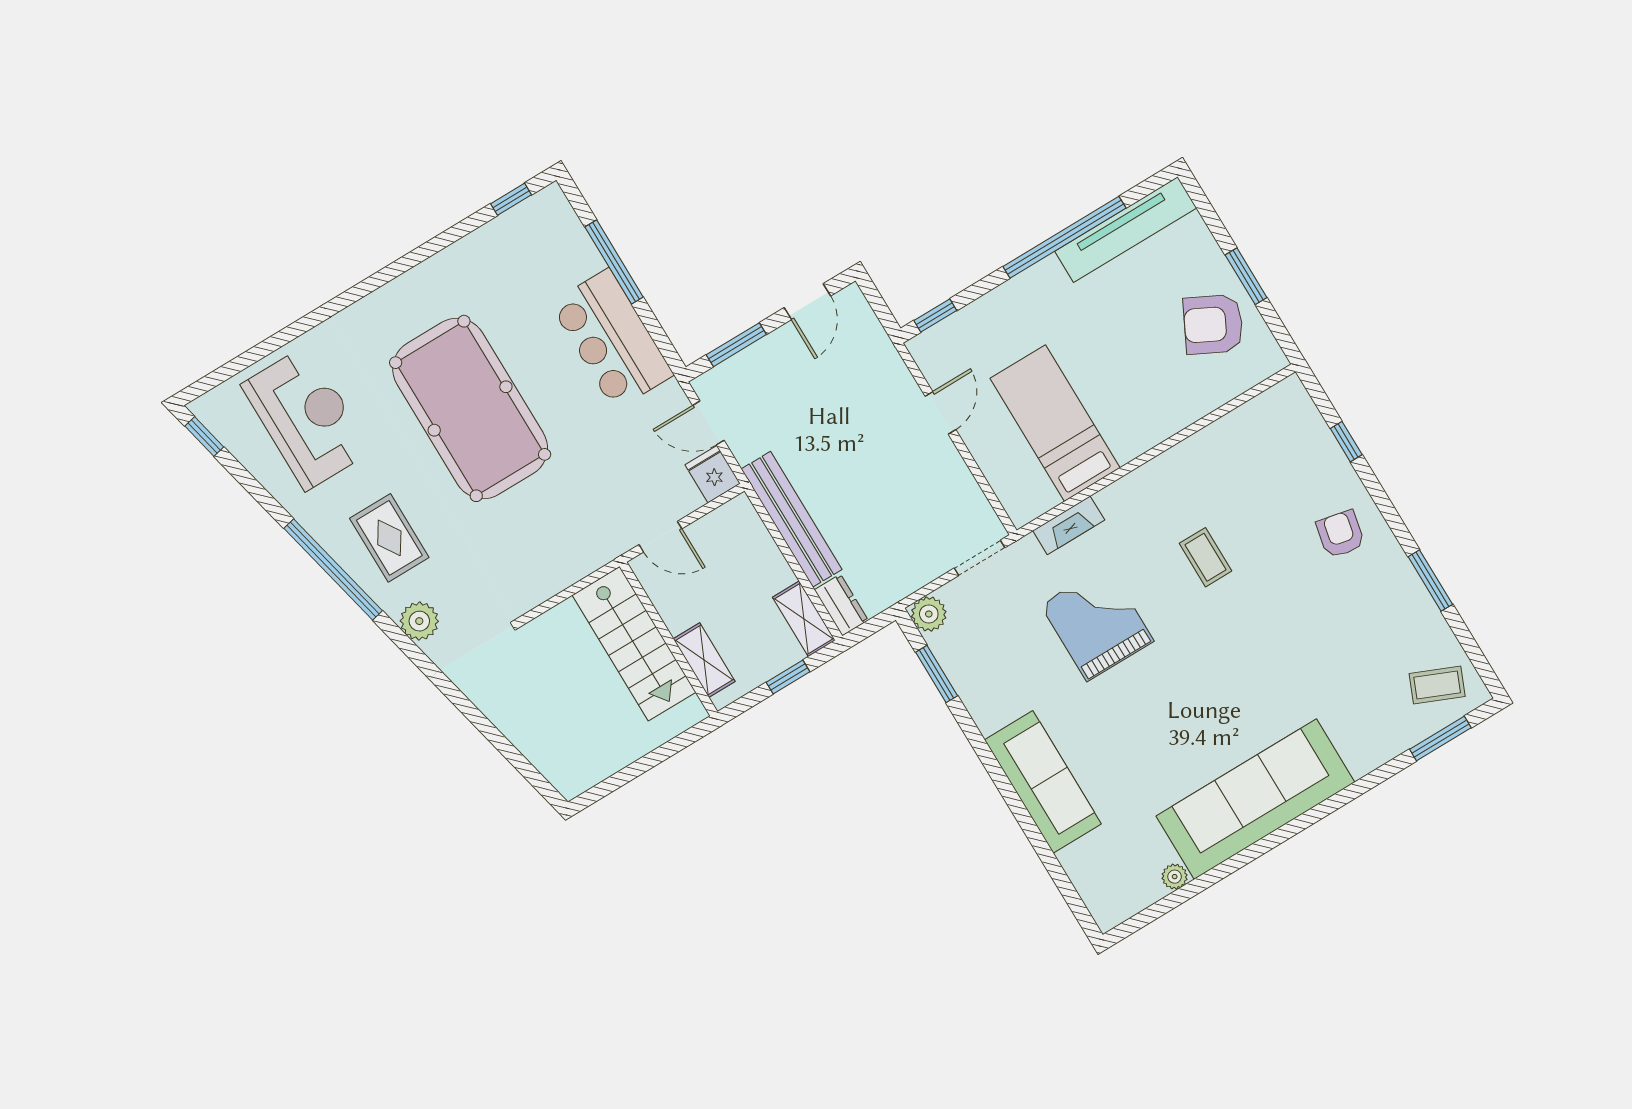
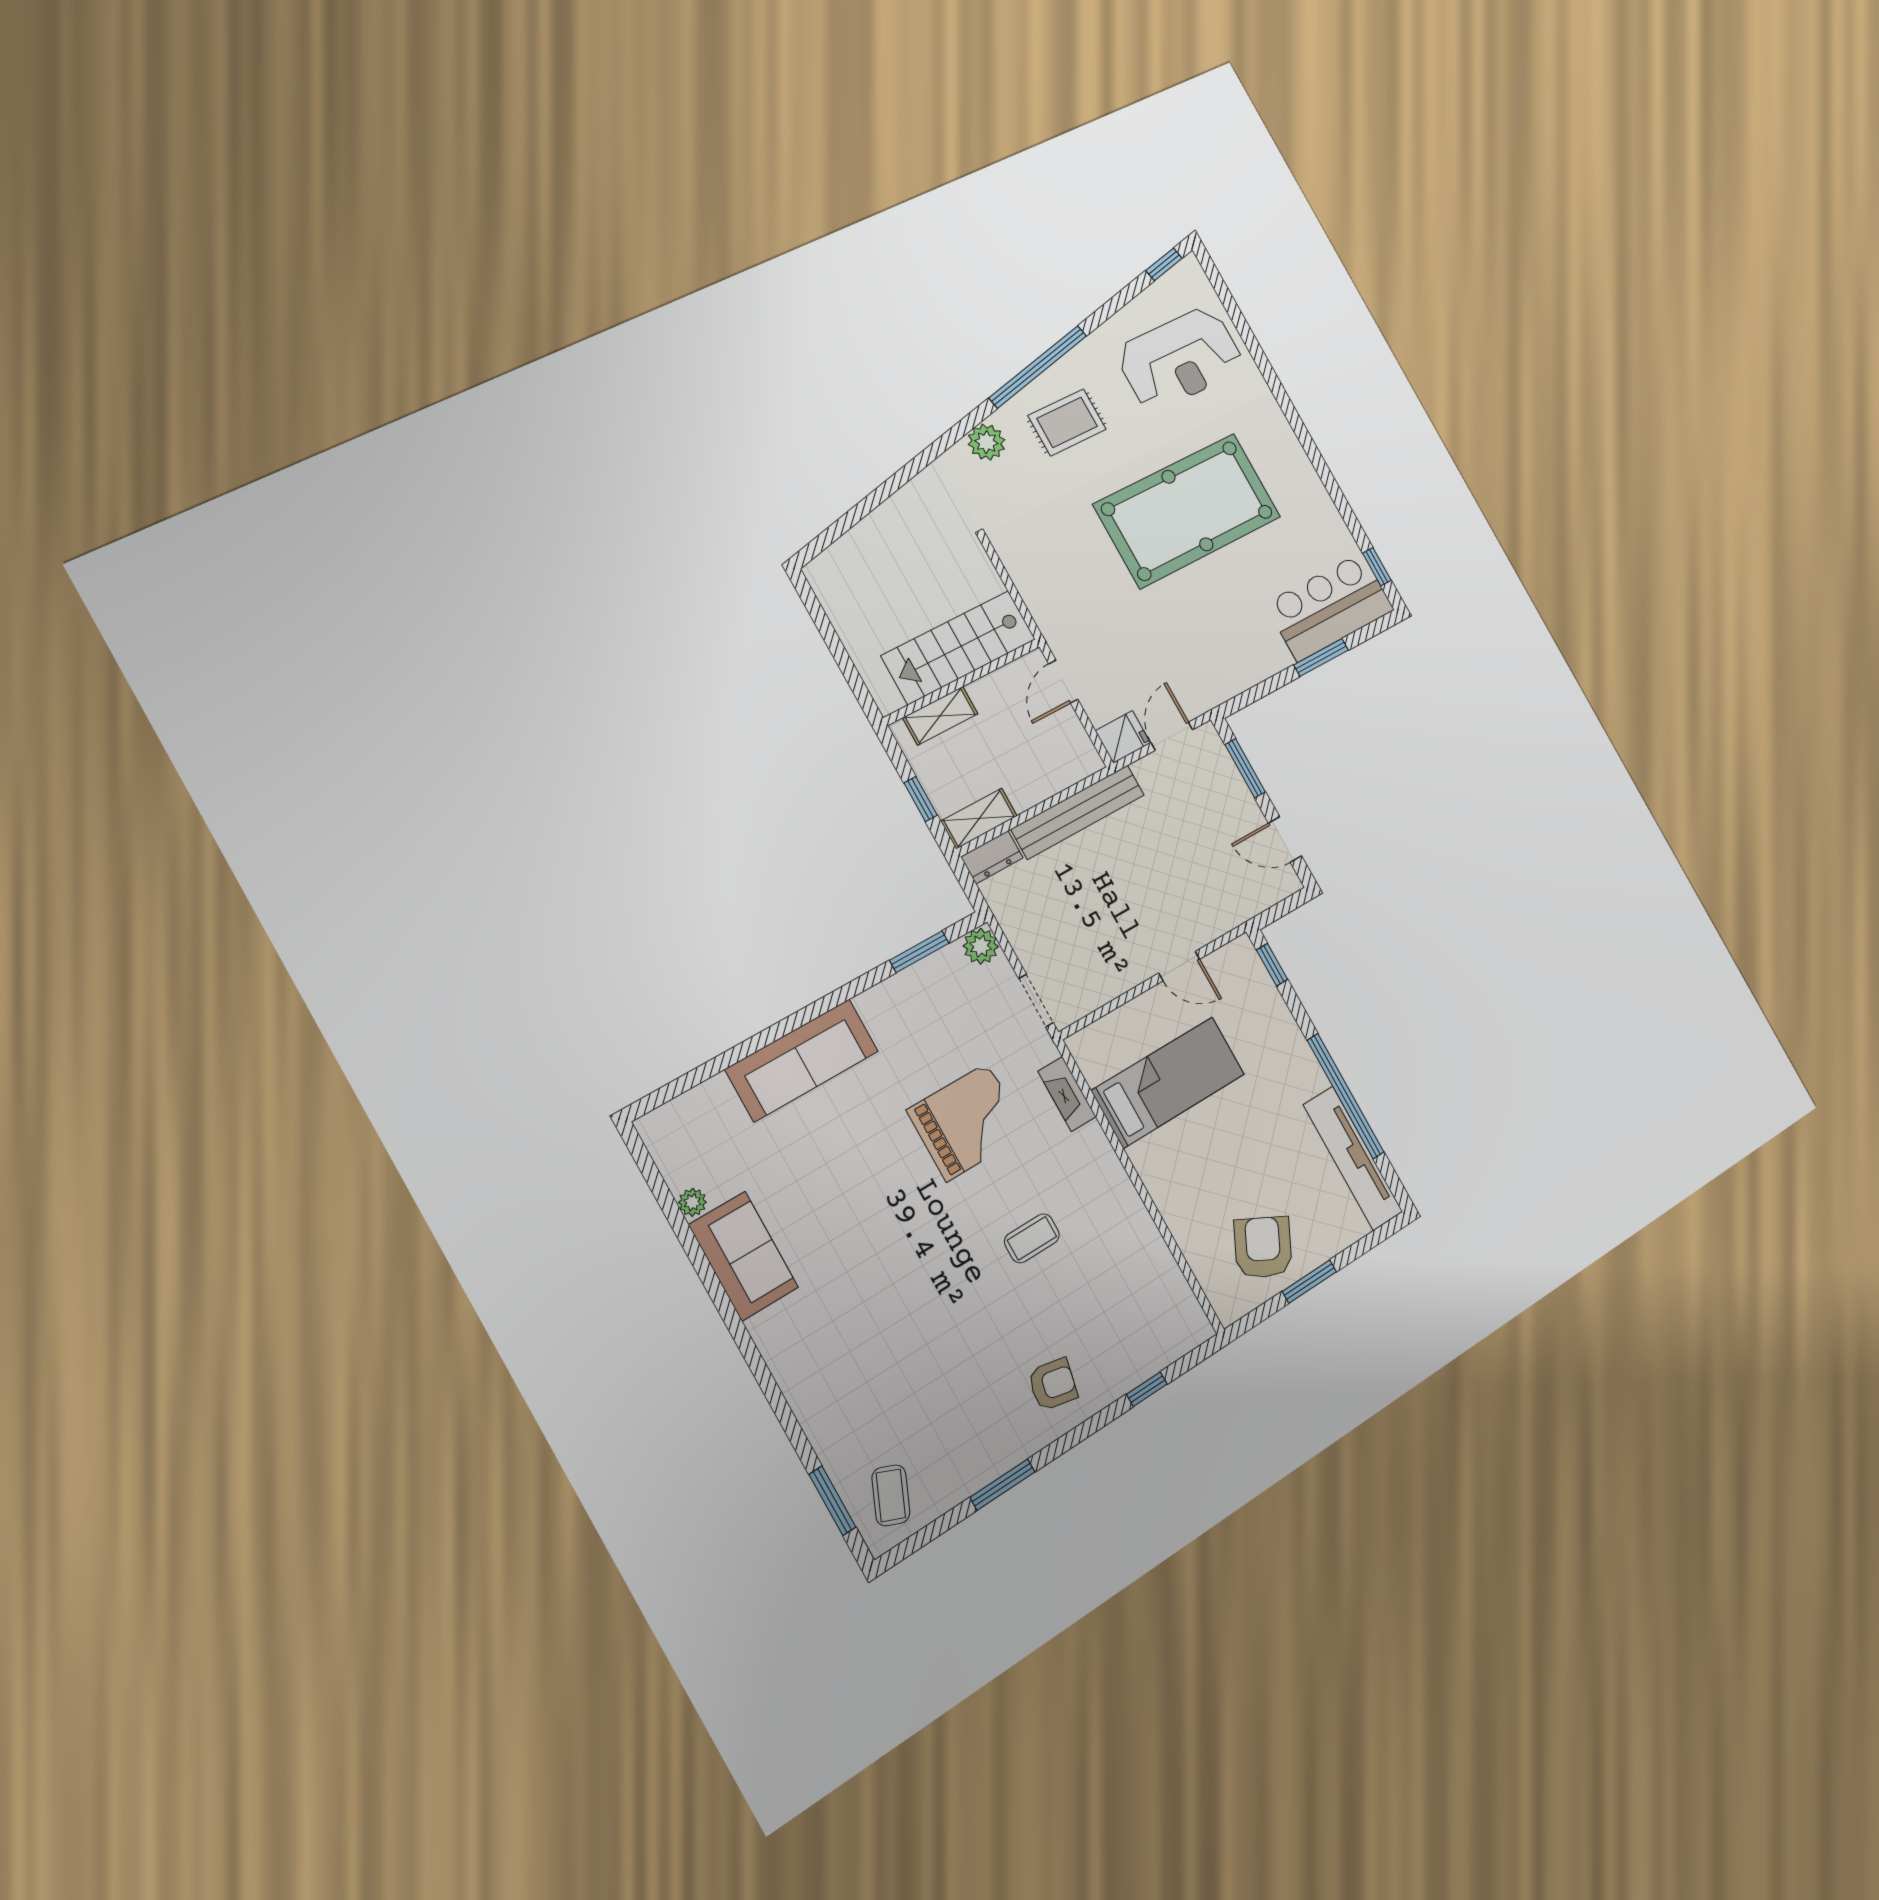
window: (614, 262) -> (1321, 657), width x0.69
bar counter: (612, 339) -> (1330, 607), moved
sofa: (1255, 799) -> (744, 1256), width x0.54, depth x0.79

